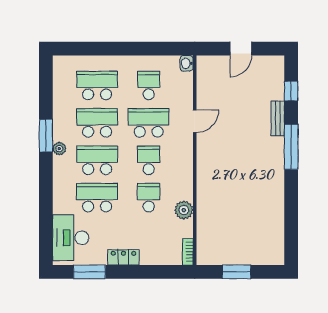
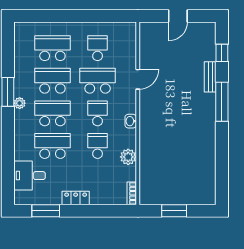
washbasin: (187, 63) -> (131, 121), moved
desk: (71, 238) -> (30, 176), width x0.73

